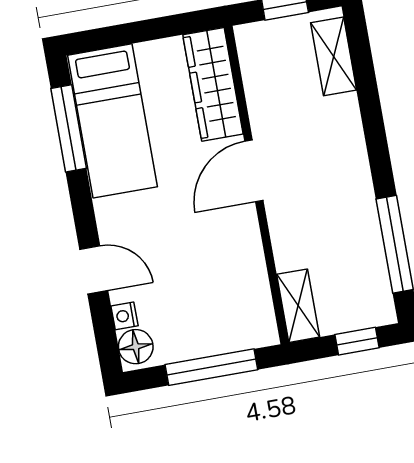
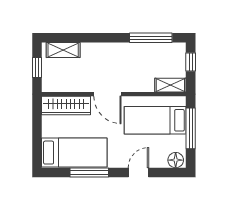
window: (69, 128) -> (89, 172), moved
bed: (215, 286) -> (155, 120), added
nightstand: (124, 316) -> (161, 163), removed

